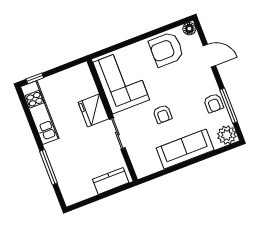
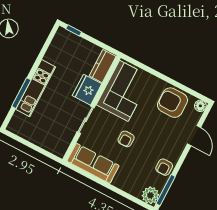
window: (229, 106) -> (166, 190), moved
kitchen unit: (40, 113) -> (36, 88), moved
sofa: (185, 149) -> (93, 163), moved
kitchen counter: (111, 181) -> (103, 66), moved, turned -90

